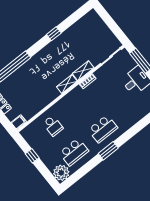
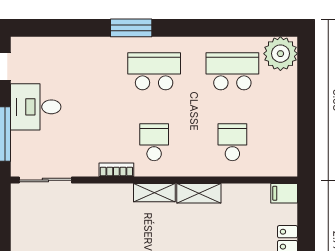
shelving: (83, 71) -> (199, 193), moved
school desk: (82, 103) -> (154, 142), added
window: (108, 151) -> (131, 28), moved
window: (32, 156) -> (306, 120), removed

